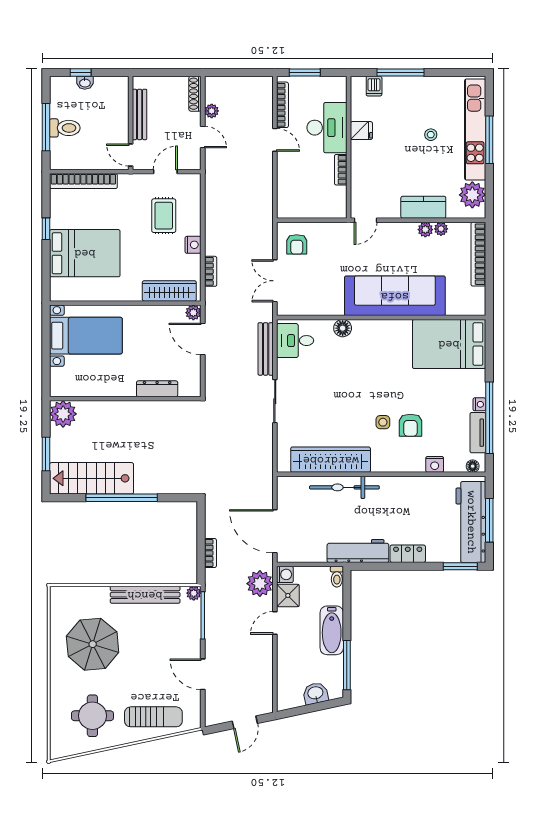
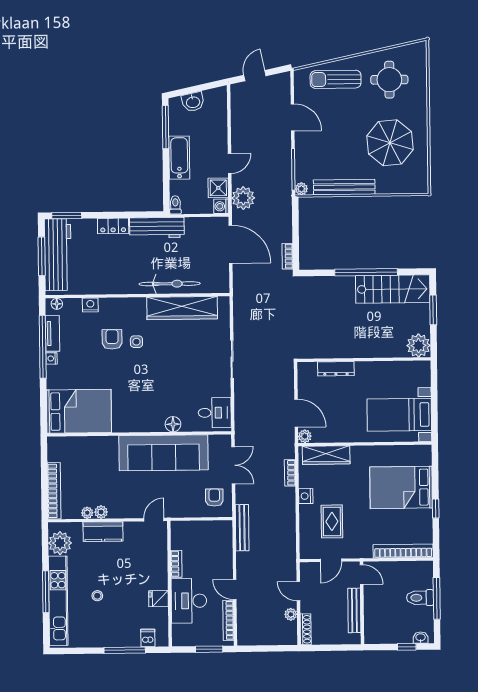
washbasin: (85, 83) -> (421, 638), moved
sofa: (395, 296) -> (164, 453), moved
bench: (266, 349) -> (242, 528), moved
bookcase: (210, 553) -> (287, 256), moved

